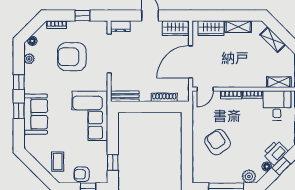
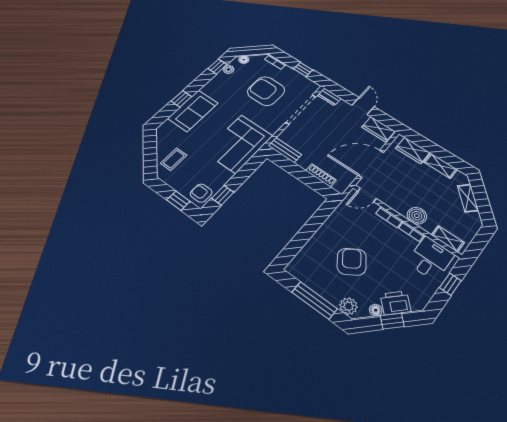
boiler: (248, 80) -> (417, 216), added
window: (19, 82) -> (217, 66), moved
armchair: (218, 142) -> (352, 262), moved
armchair: (82, 174) -> (201, 193), moved

